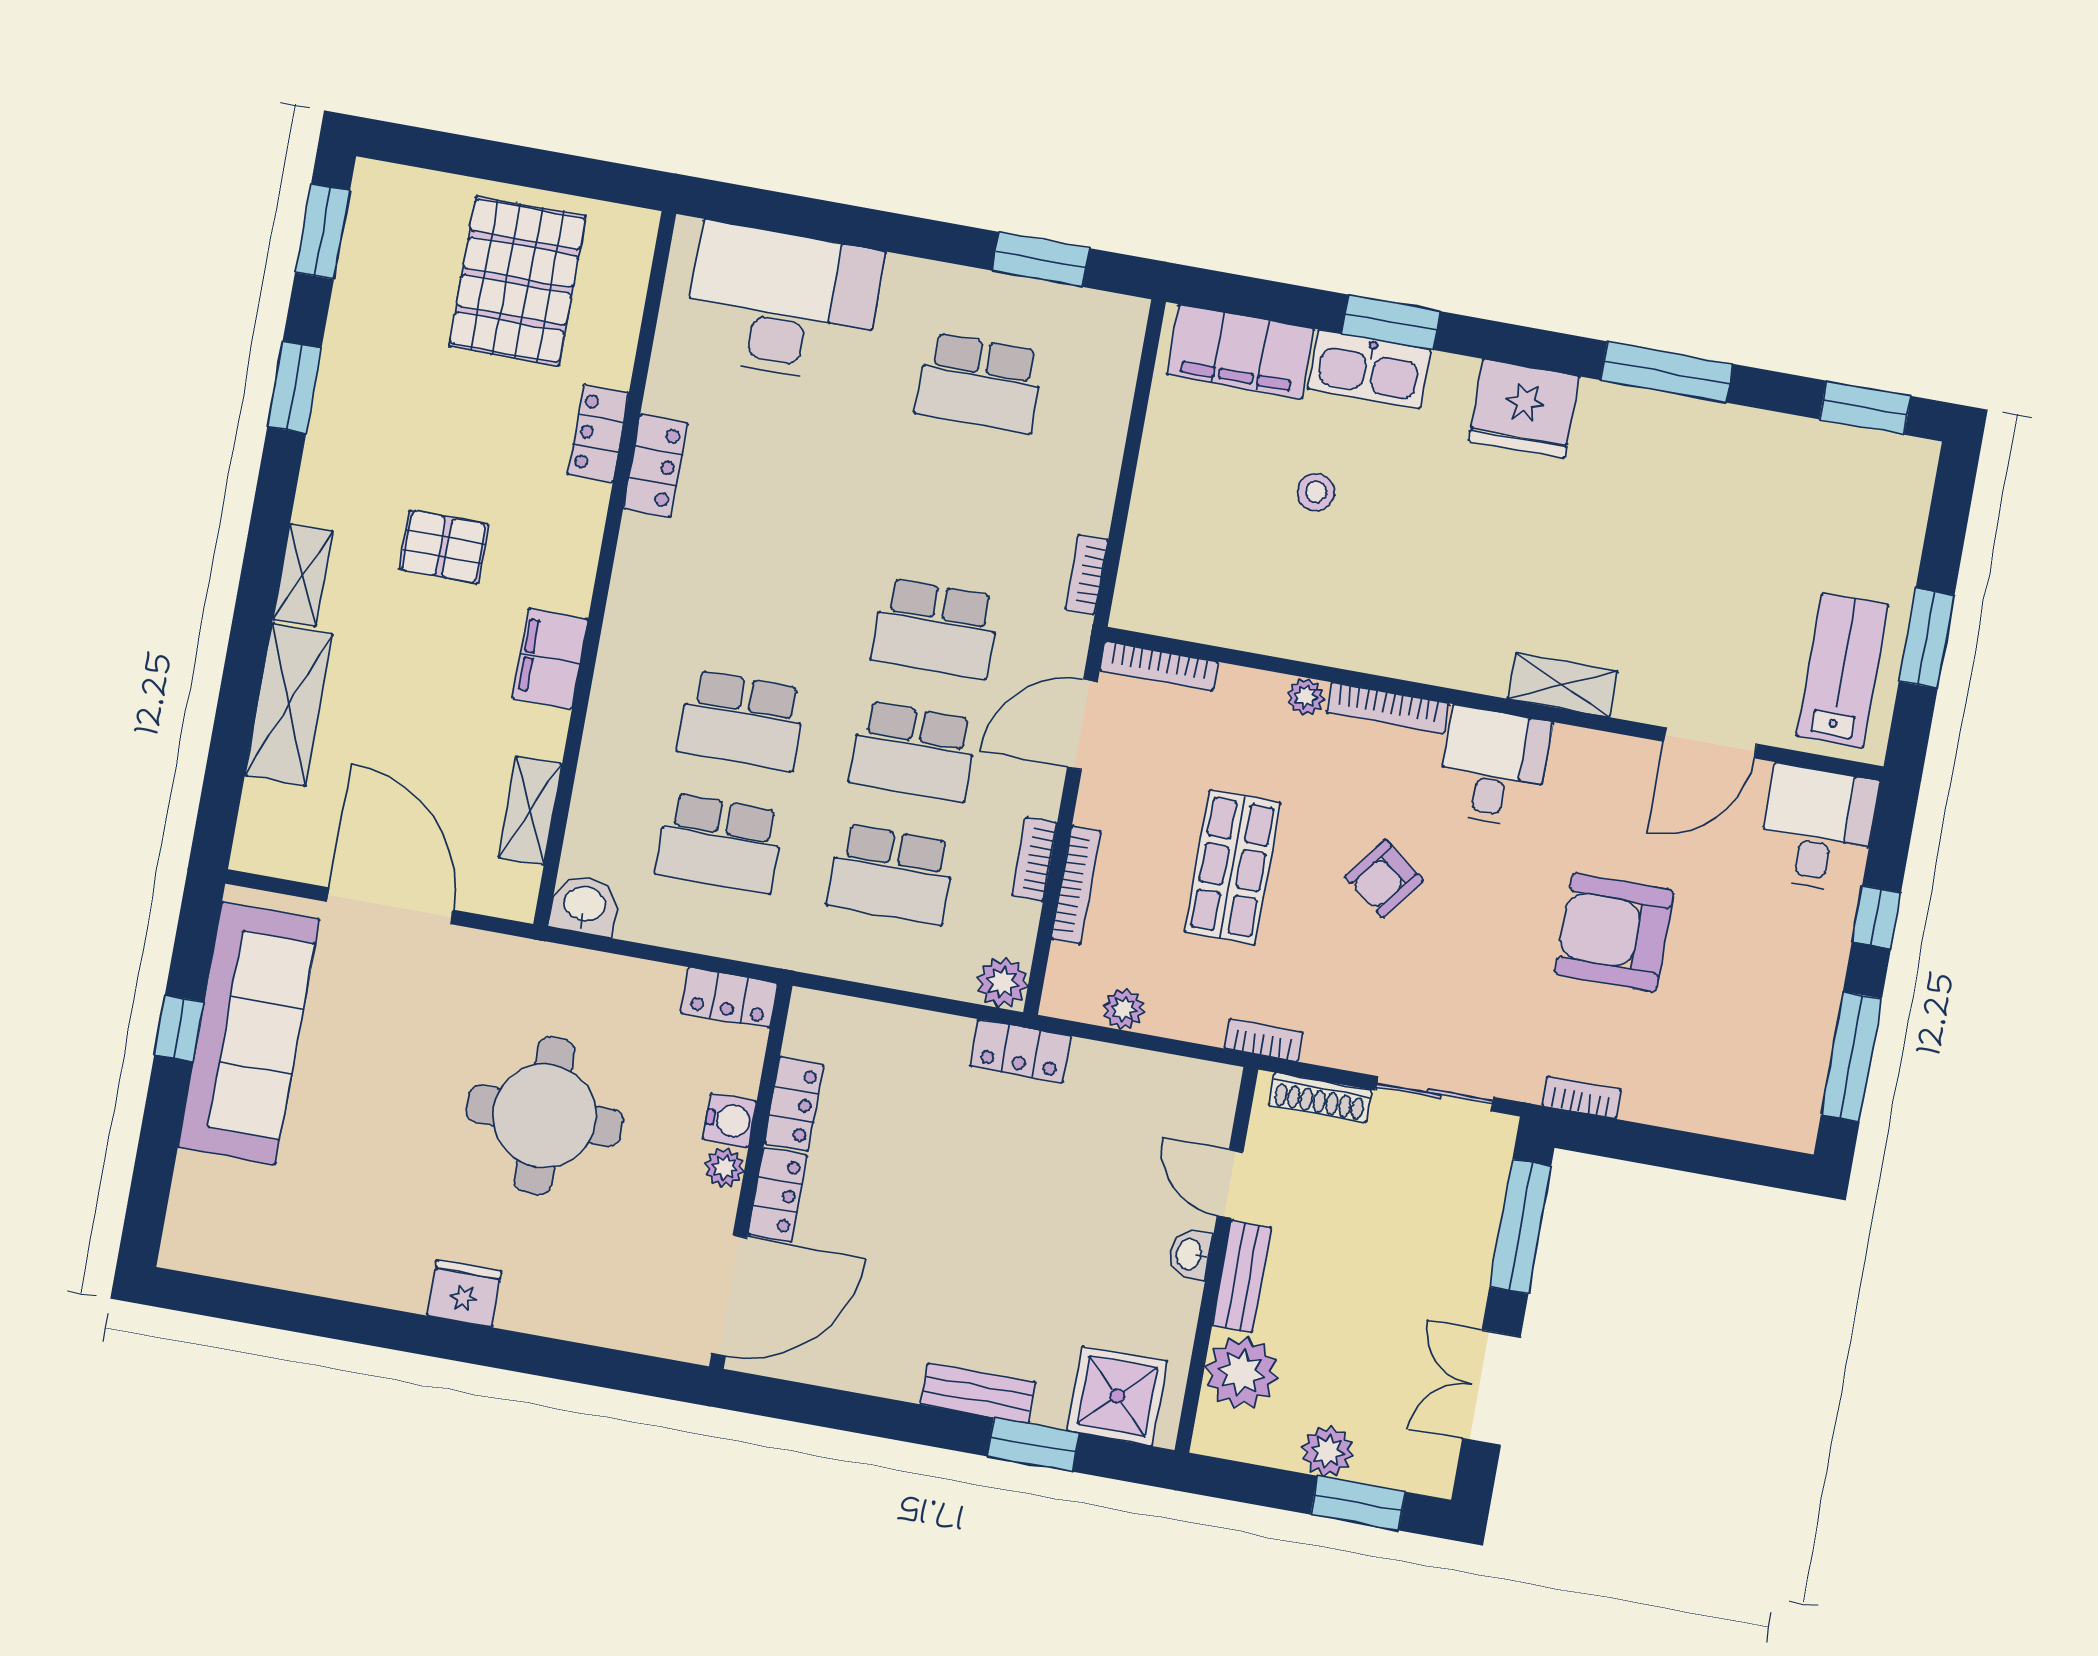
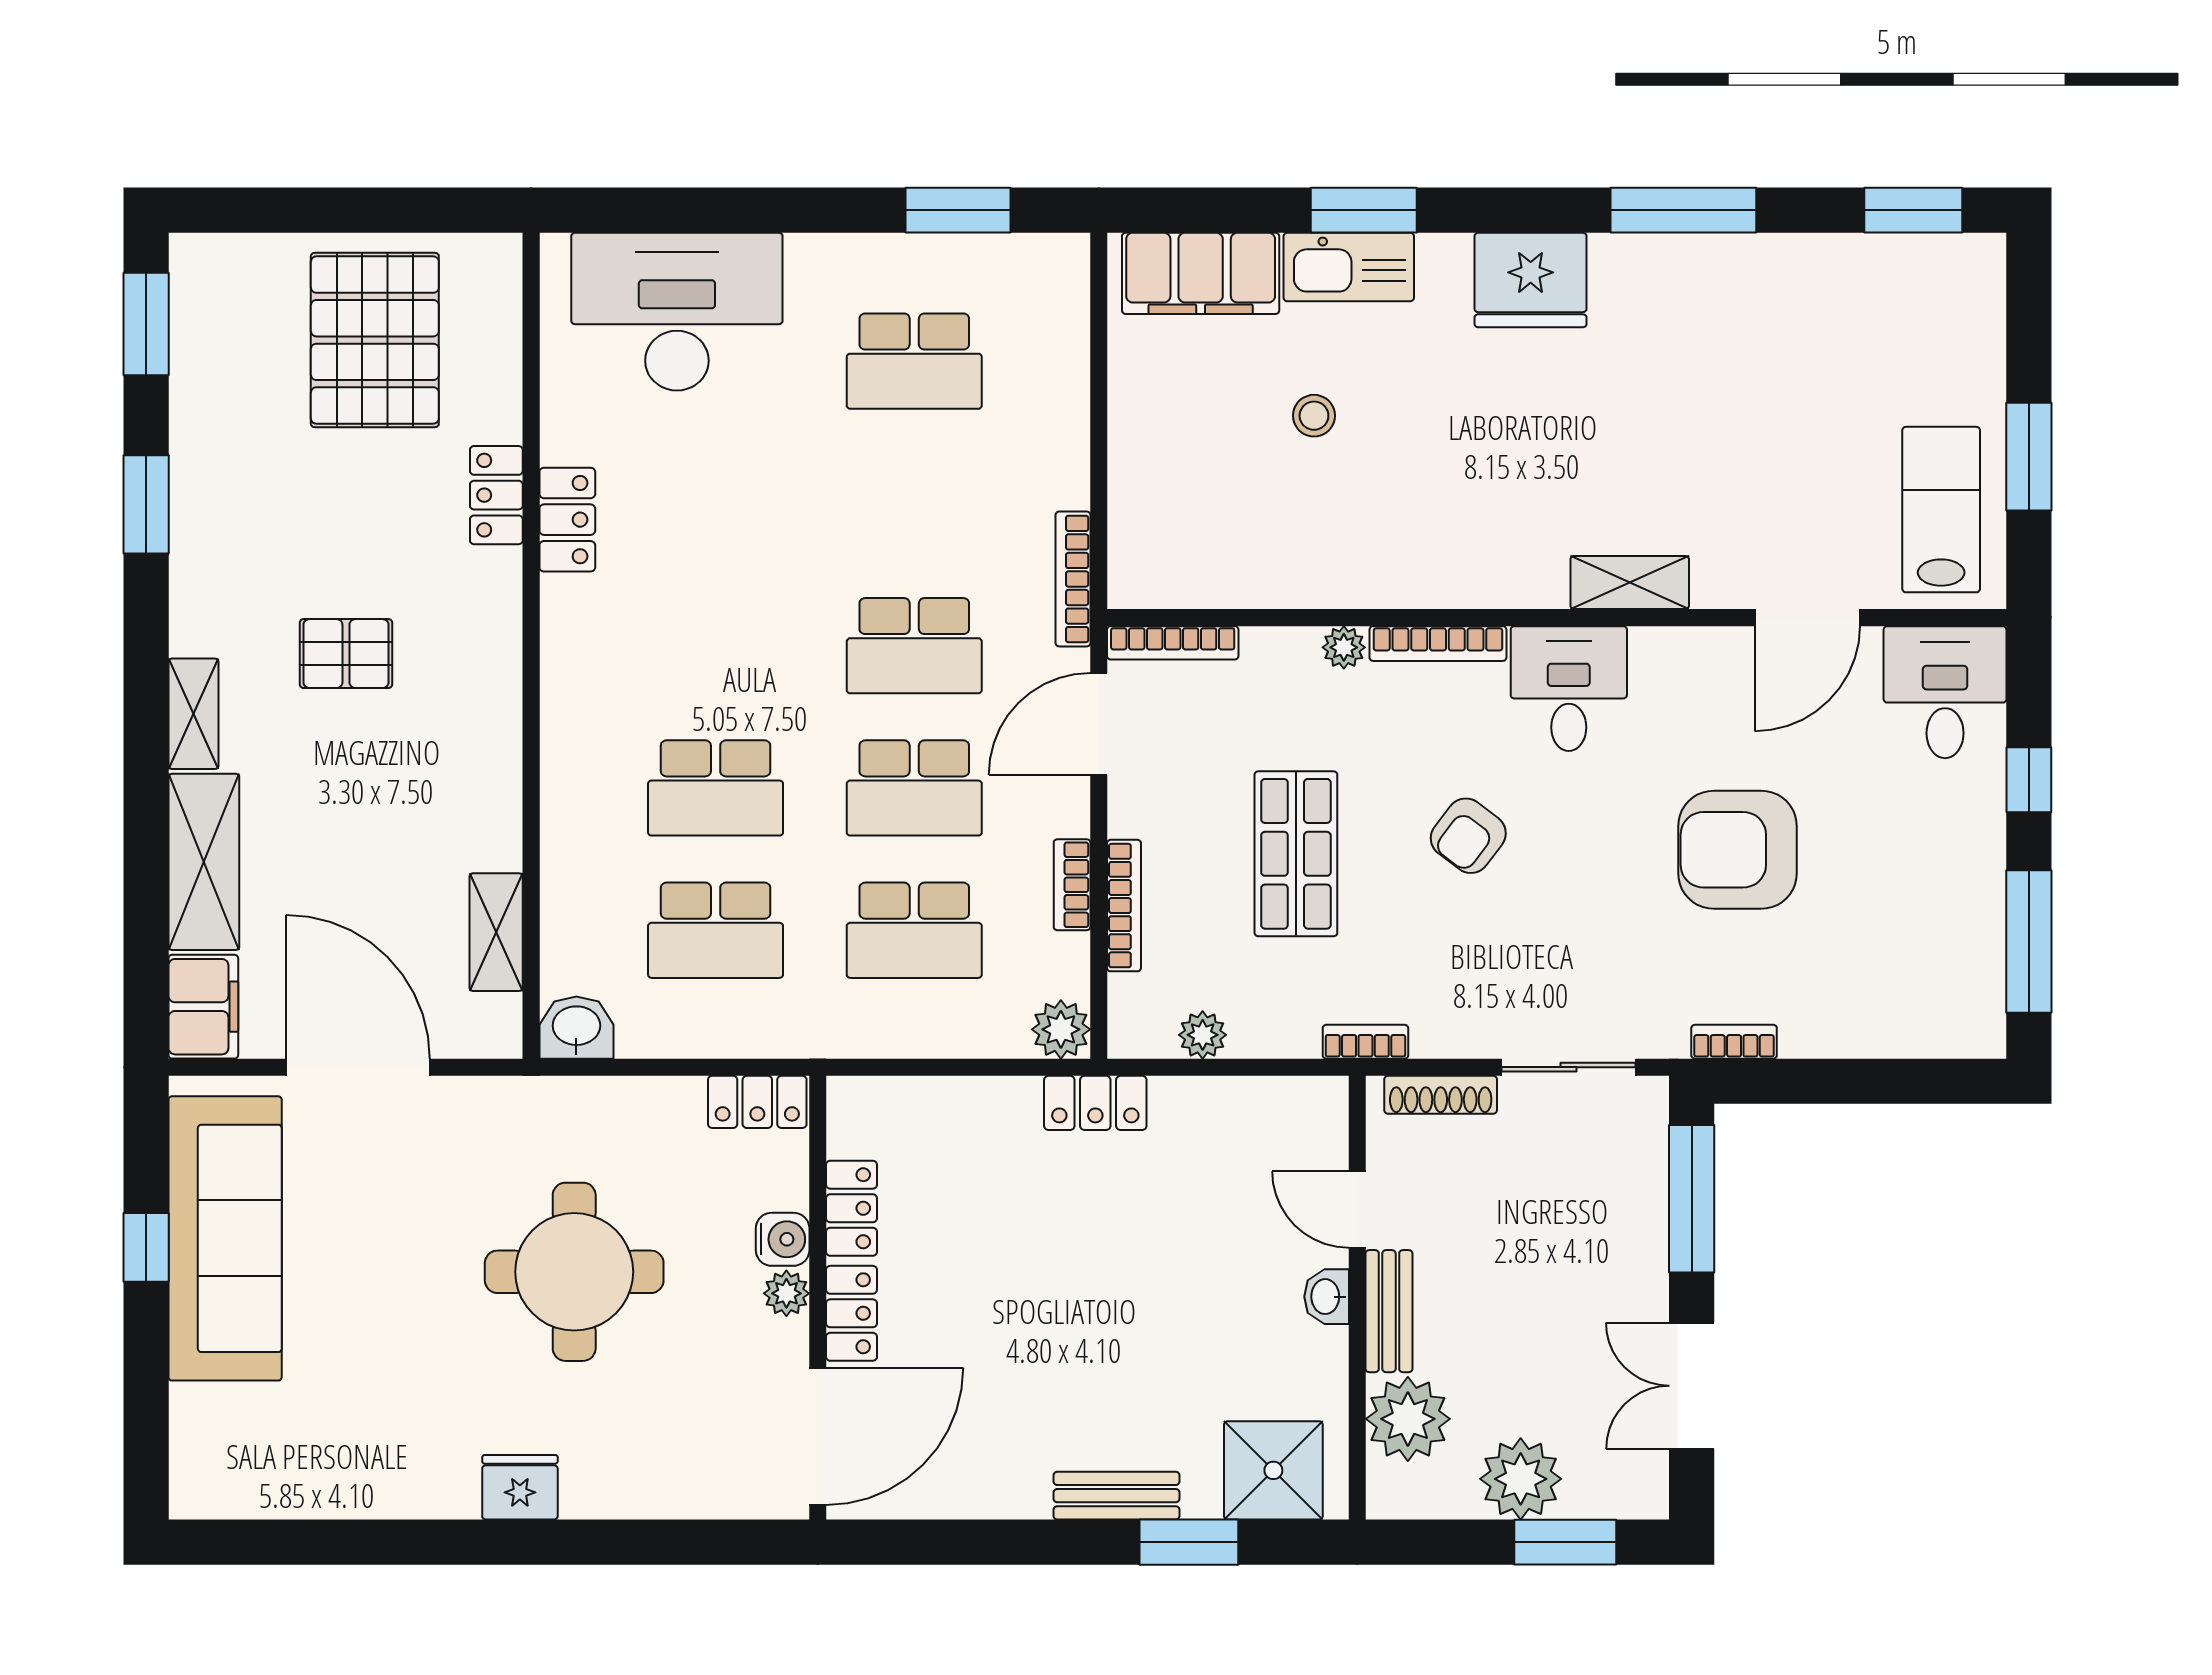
bookcase: (1086, 575) -> (1073, 579), width x1.56
filing cabinet: (550, 659) -> (203, 1007), moved, turned 180
plant: (1328, 1451) -> (1521, 1479), width x1.36, depth x1.36

